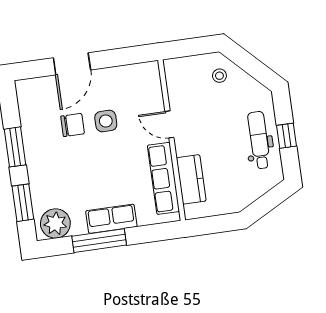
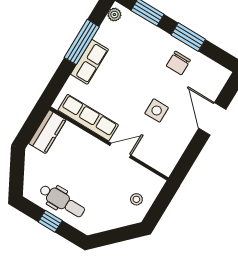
stool: (219, 76) -> (136, 199), moved
chair: (73, 125) -> (178, 63), moved
kitchen counter: (191, 179) -> (47, 132), moved, turned -90
plant: (55, 223) -> (114, 15), width x0.53, depth x0.53

